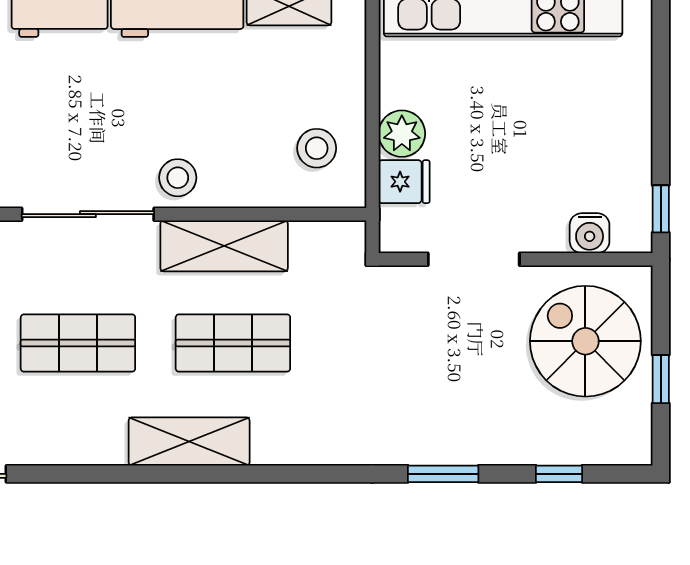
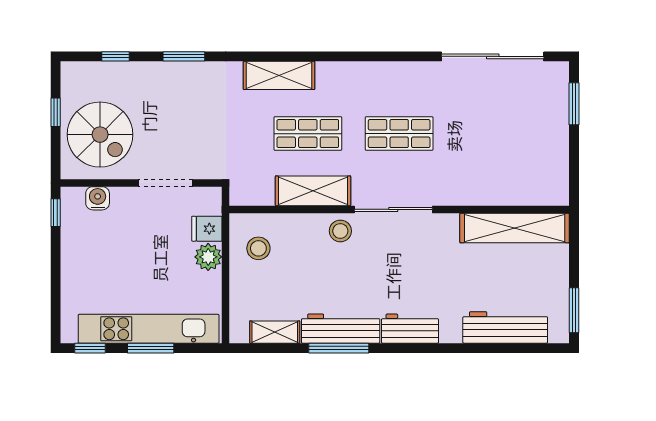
shelving: (189, 442) -> (279, 75), moved

